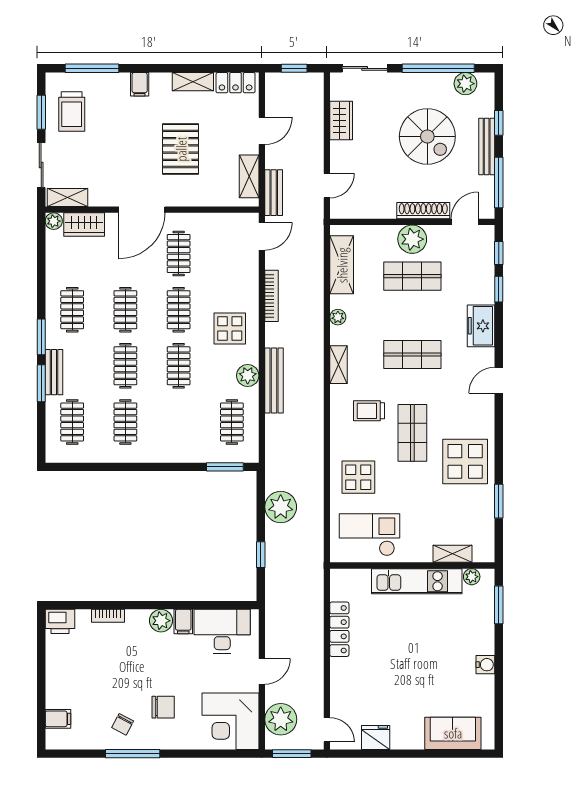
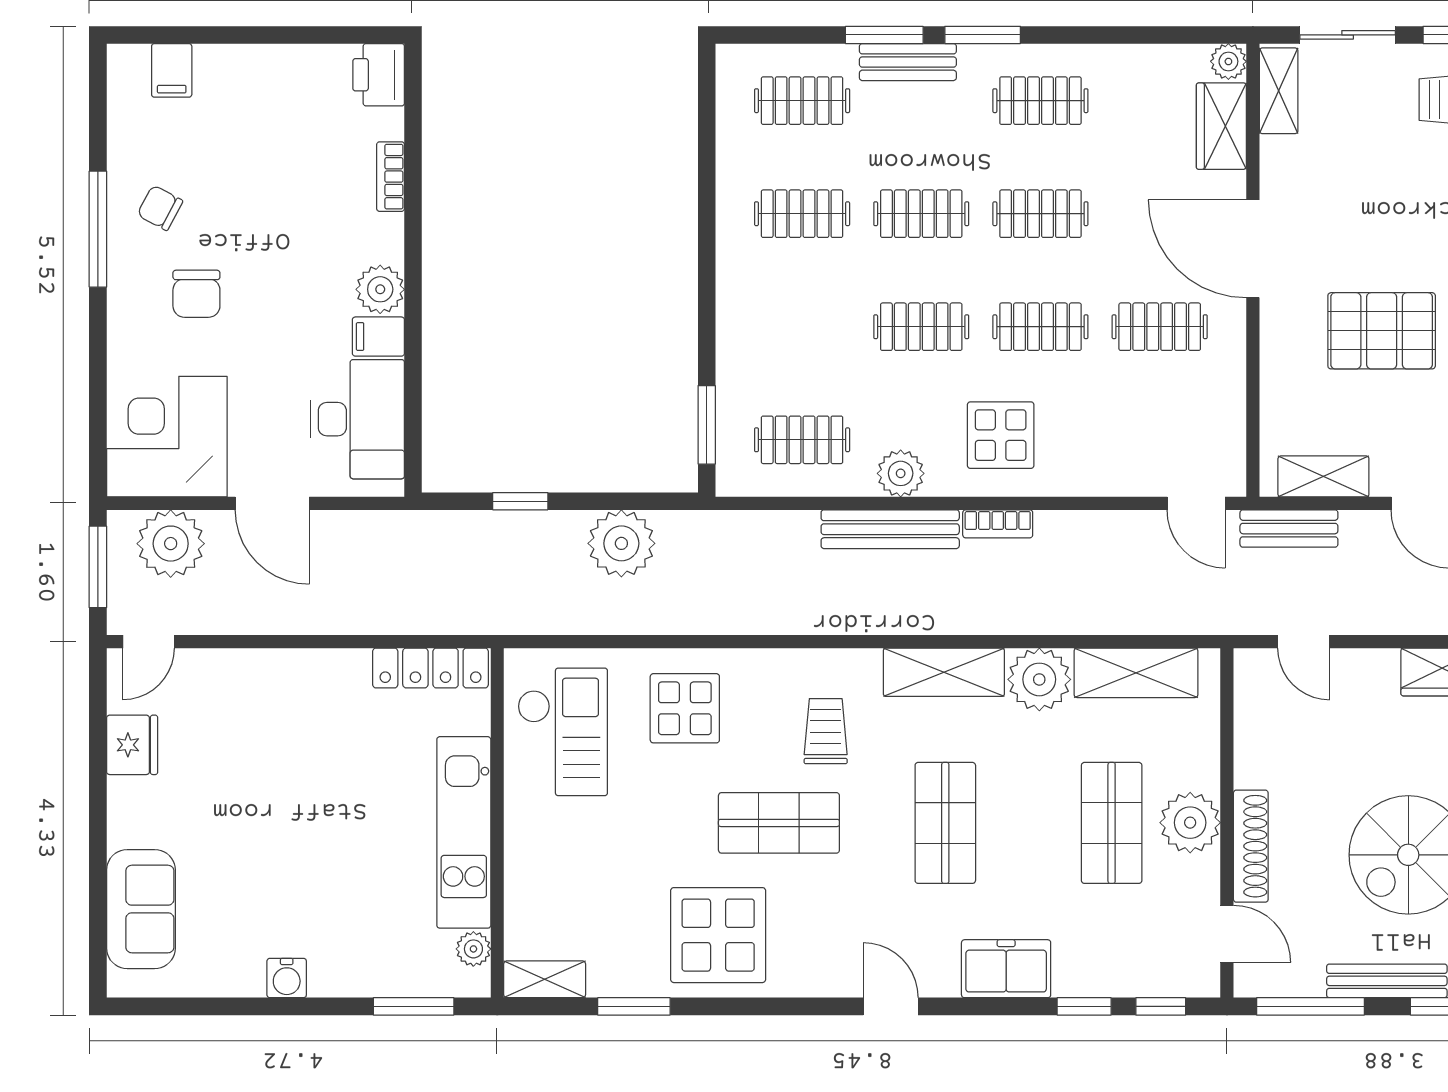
bookcase: (271, 296) -> (998, 524), moved, width x0.64
plant: (338, 317) -> (1039, 679), width x1.87, depth x1.87
shelving: (338, 365) -> (944, 672), width x1.50, depth x1.33
shelving: (452, 554) -> (545, 979), moved, turned 90
locker: (339, 629) -> (430, 668), moved
door: (262, 671) -> (272, 503), width x1.38

